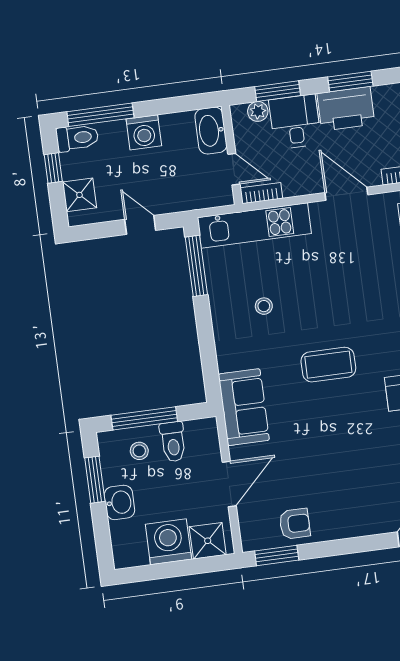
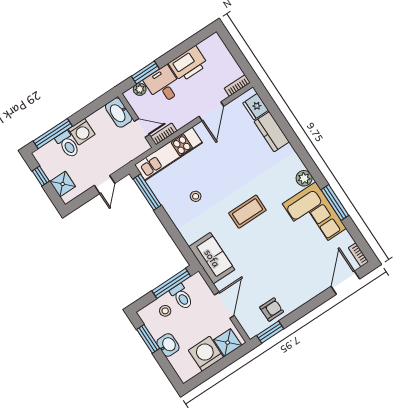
window: (350, 81) -> (183, 47), removed
toilet: (77, 138) -> (68, 144), moved, turned 90
door: (346, 194) -> (211, 111), swing flipped
door: (140, 225) -> (105, 184), swing flipped
window: (144, 418) -> (171, 283), moved

